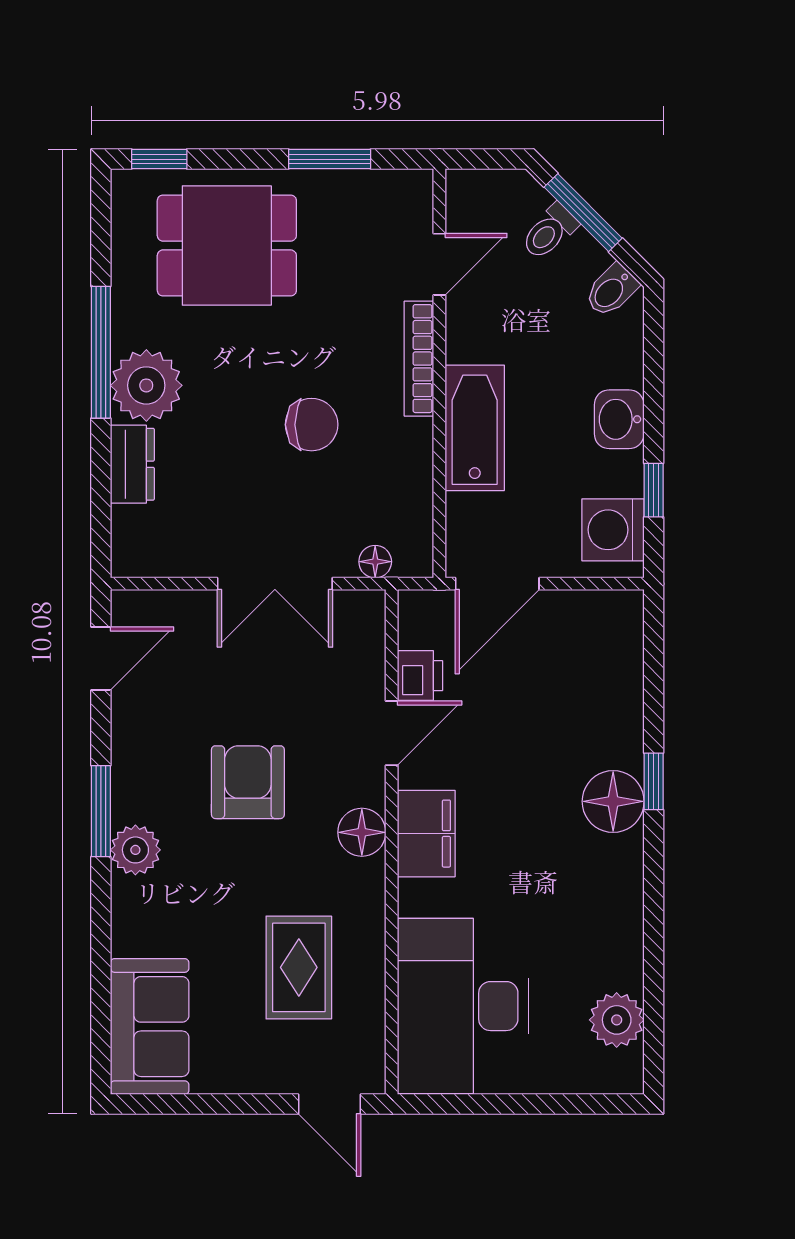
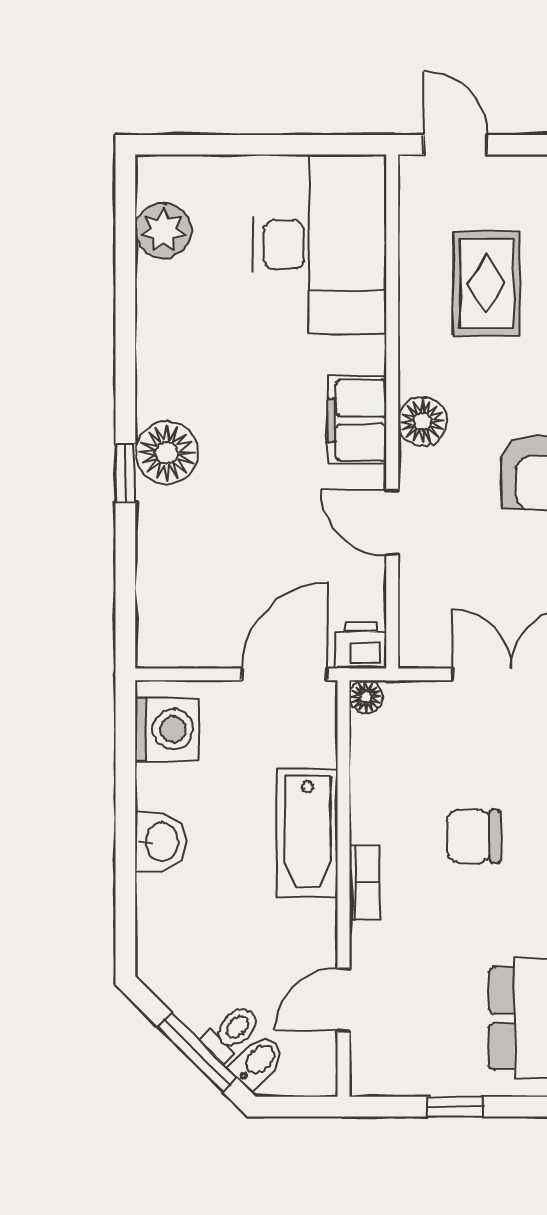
window: (330, 159) -> (455, 1107), width x0.67
bidet: (611, 290) -> (257, 1062), moved
bookcase: (419, 359) -> (364, 882), width x0.64
window: (654, 490) -> (125, 770), removed
floor lamp: (375, 562) -> (366, 697), moved
printer: (420, 676) -> (361, 645), moved, turned 90
door: (392, 733) -> (392, 522), hinge flipped

